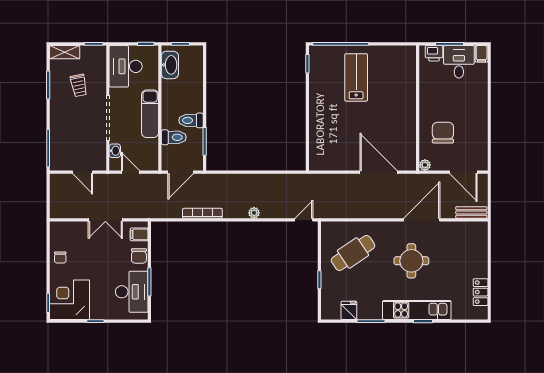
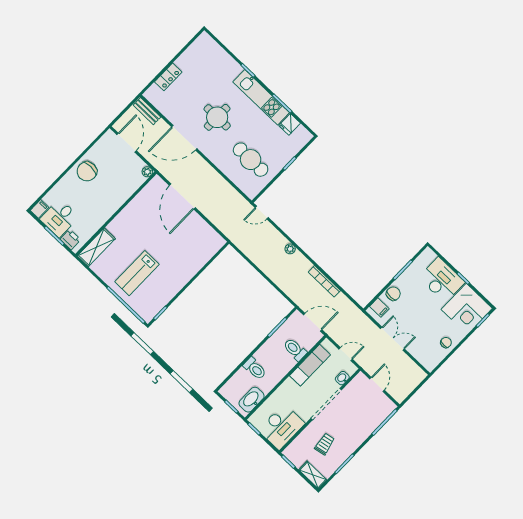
shelving: (408, 67) -> (96, 247), added
exam couch: (150, 114) -> (310, 365), moved
toilet: (191, 120) -> (255, 369), moved
chair: (443, 133) -> (87, 171), moved
door: (130, 172) -> (346, 354), swing flipped
cafe table: (353, 253) -> (251, 160), turned 34
desk: (132, 292) -> (442, 280), moved, turned 90
locker: (481, 292) -> (168, 77), moved
kitchen unit: (417, 310) -> (261, 97), moved

